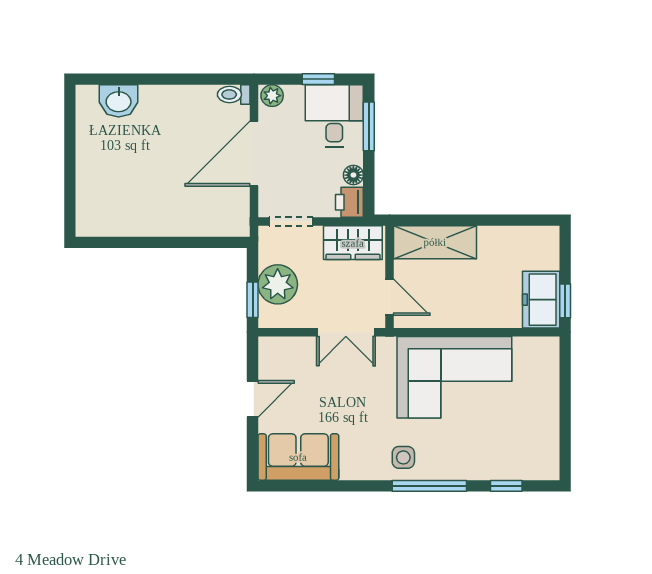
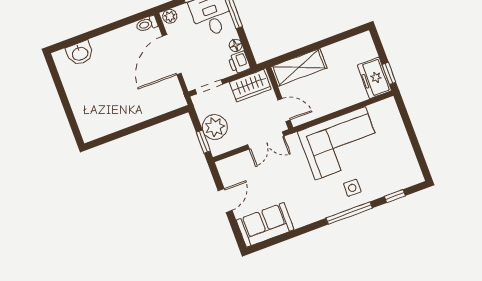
side table: (403, 457) -> (352, 188), moved

